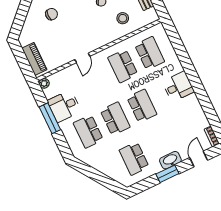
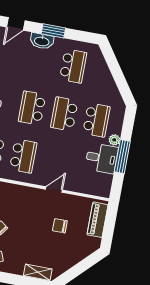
chair: (52, 14) -> (60, 226), moved
plant: (44, 83) -> (114, 140), moved

